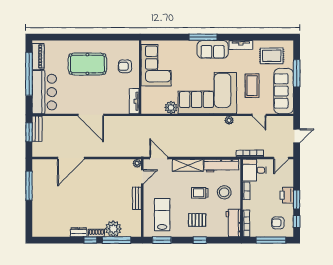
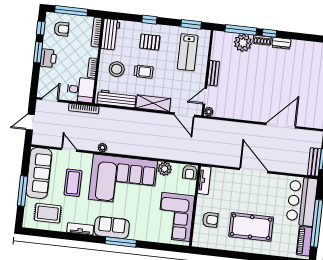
armchair: (148, 107) -> (190, 172), added

